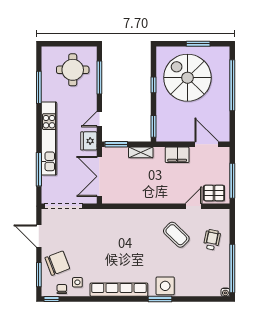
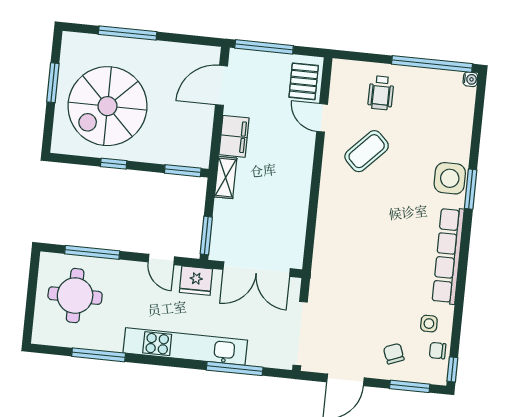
window: (232, 85) -> (128, 33), width x0.68
shelving: (141, 152) -> (226, 178), moved
window: (232, 181) -> (264, 47), moved
wheelchair: (212, 240) -> (381, 93), turned -101
chair: (57, 263) -> (394, 354), width x0.54, depth x0.54

